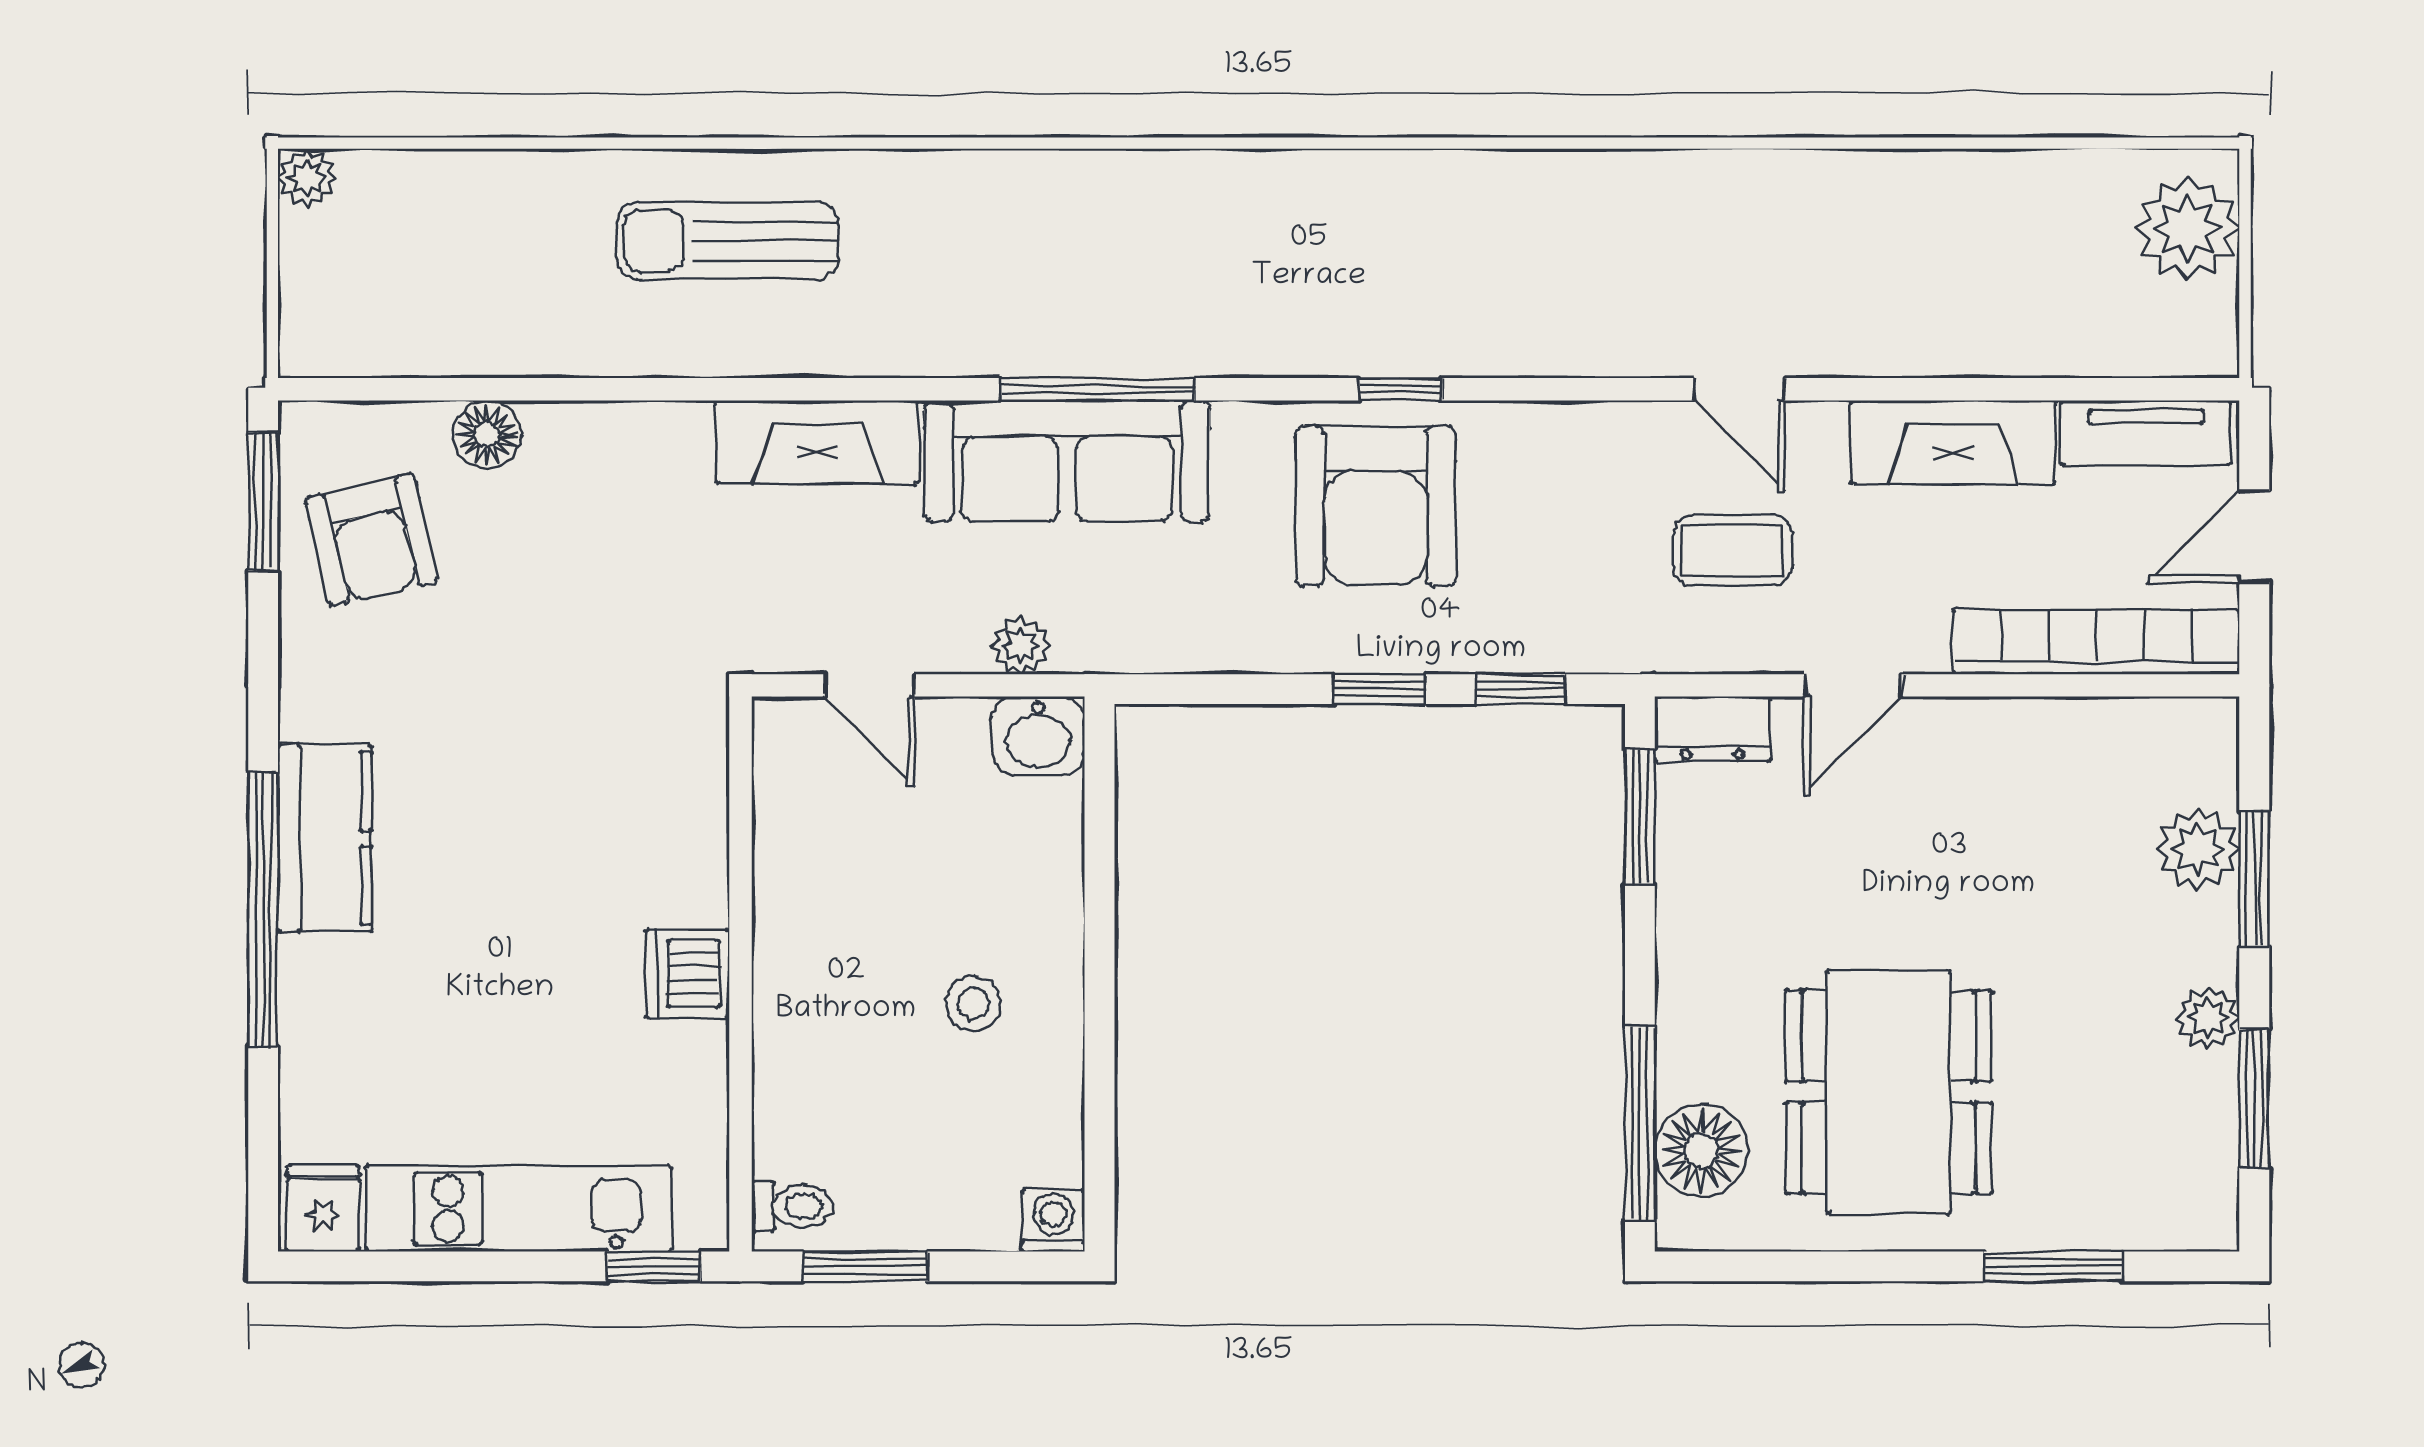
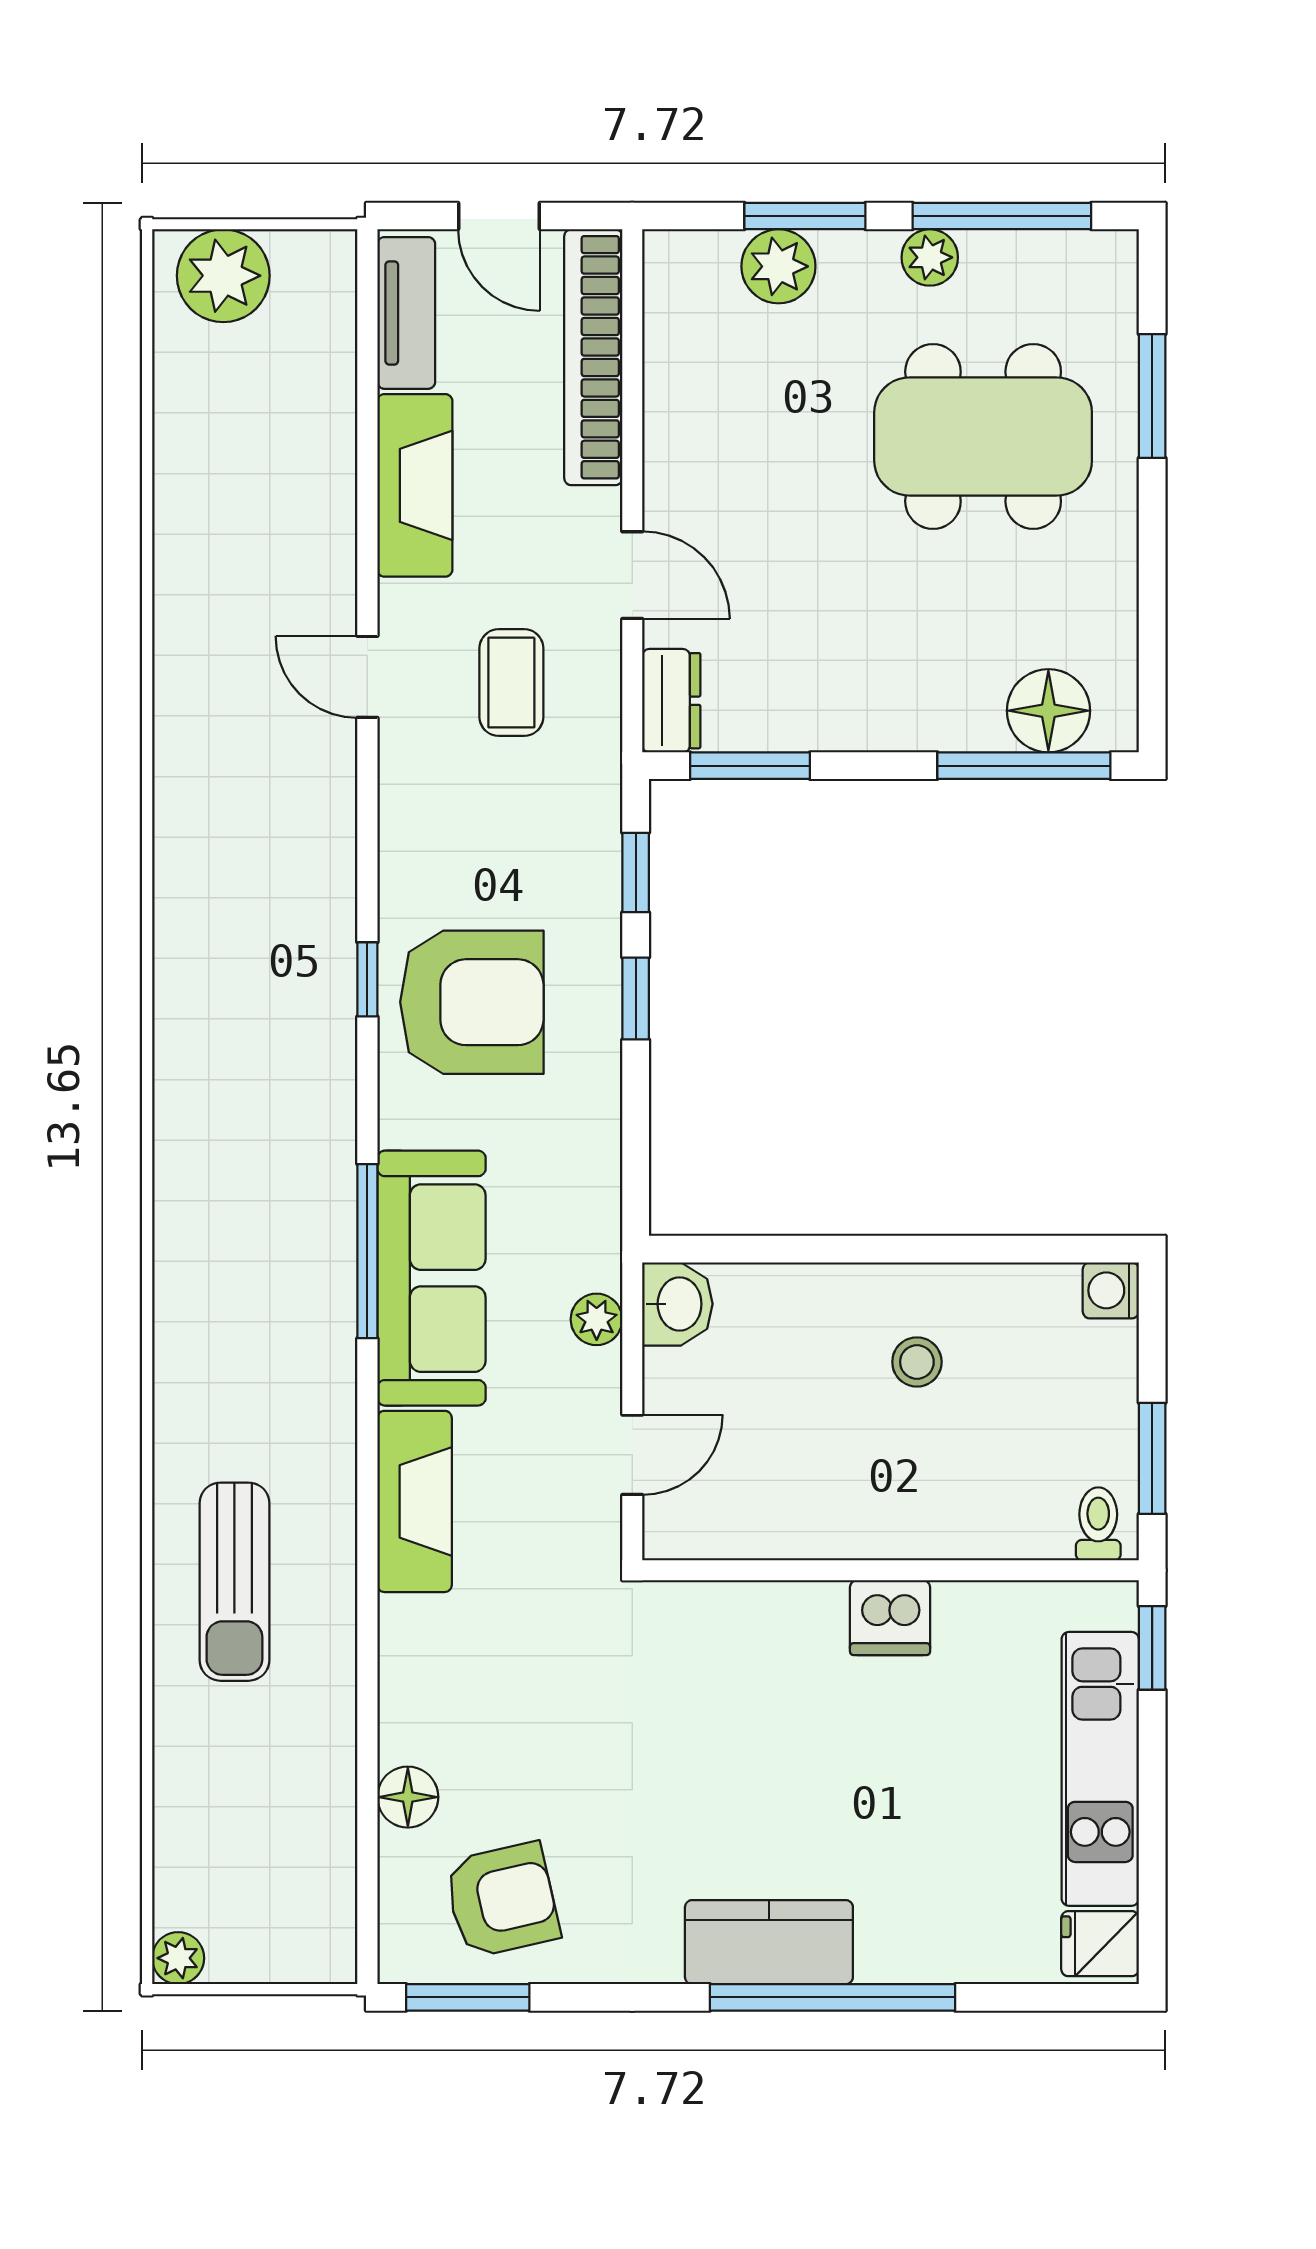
door: (1739, 389) -> (367, 677), swing flipped
dining table: (1889, 1092) -> (983, 436), moved
window: (2254, 1098) -> (1002, 216), width x1.44

